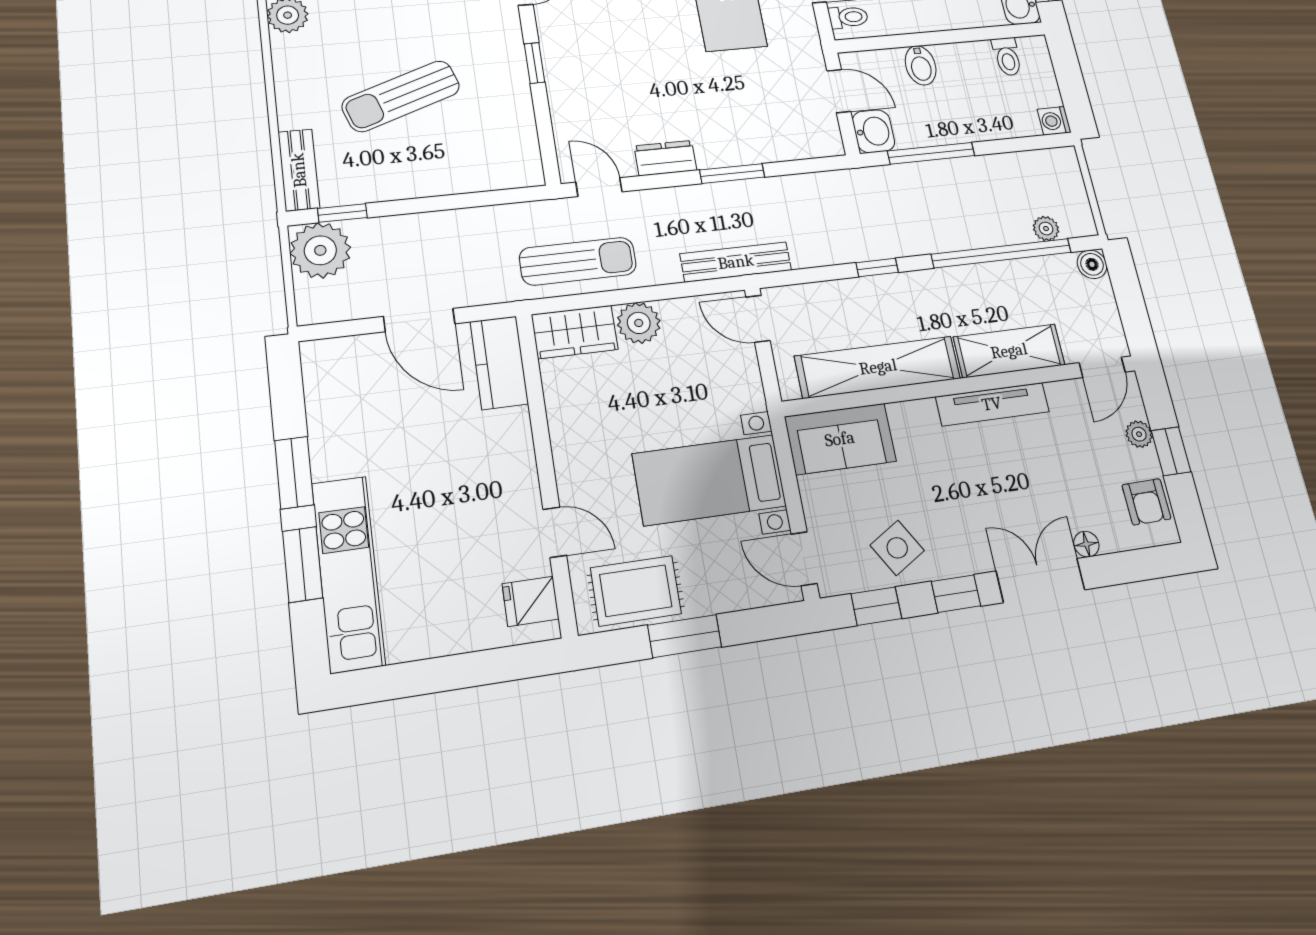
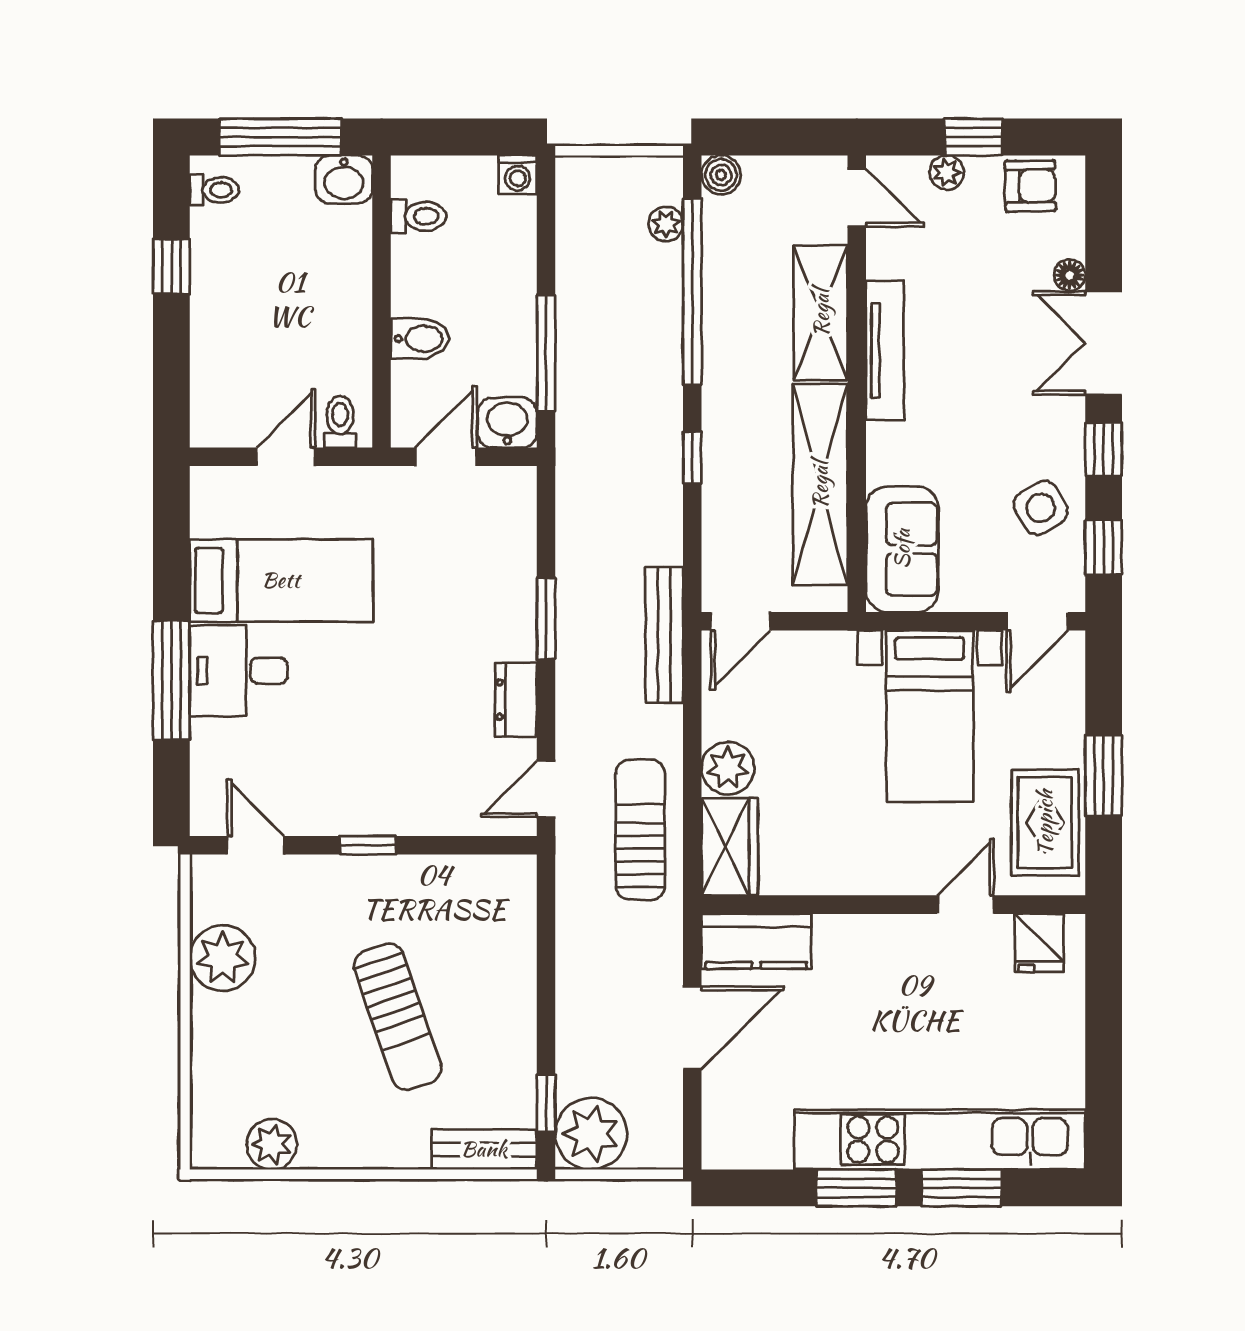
kitchen unit: (348, 573) -> (940, 1140), width x1.36

